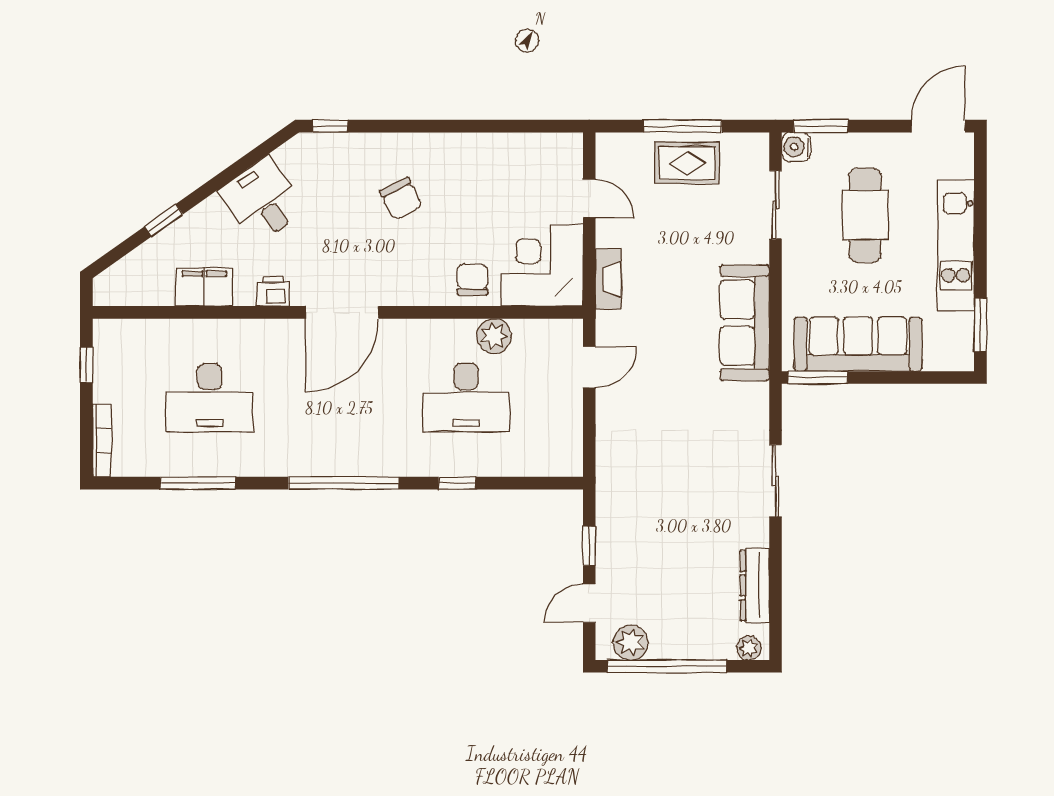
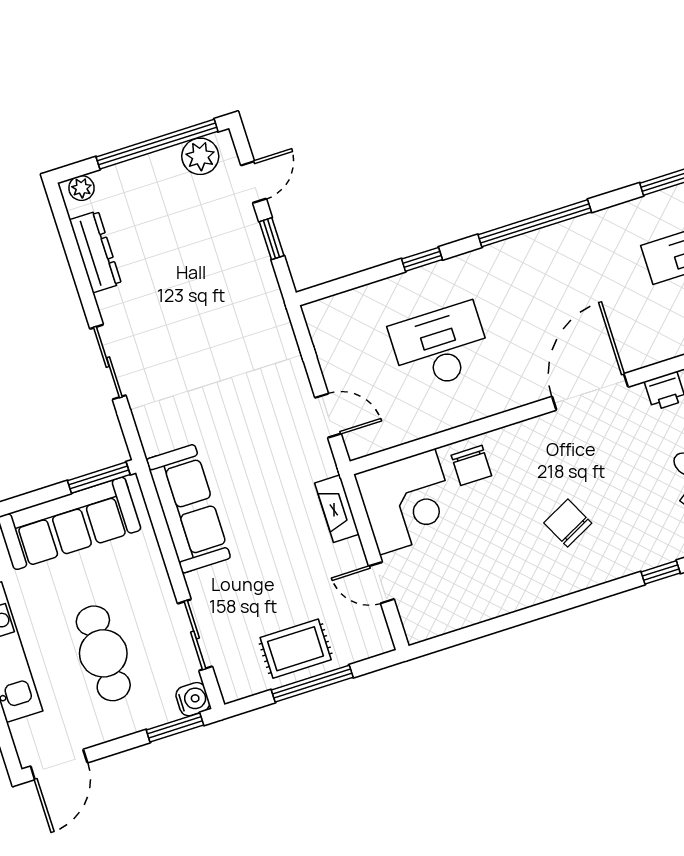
plant: (494, 336) -> (432, 416), removed
door: (589, 367) -> (328, 416), swing flipped

